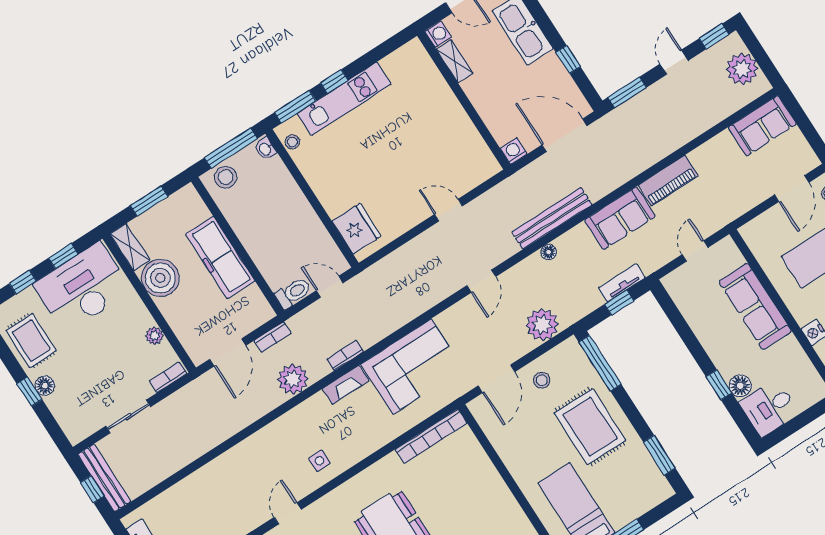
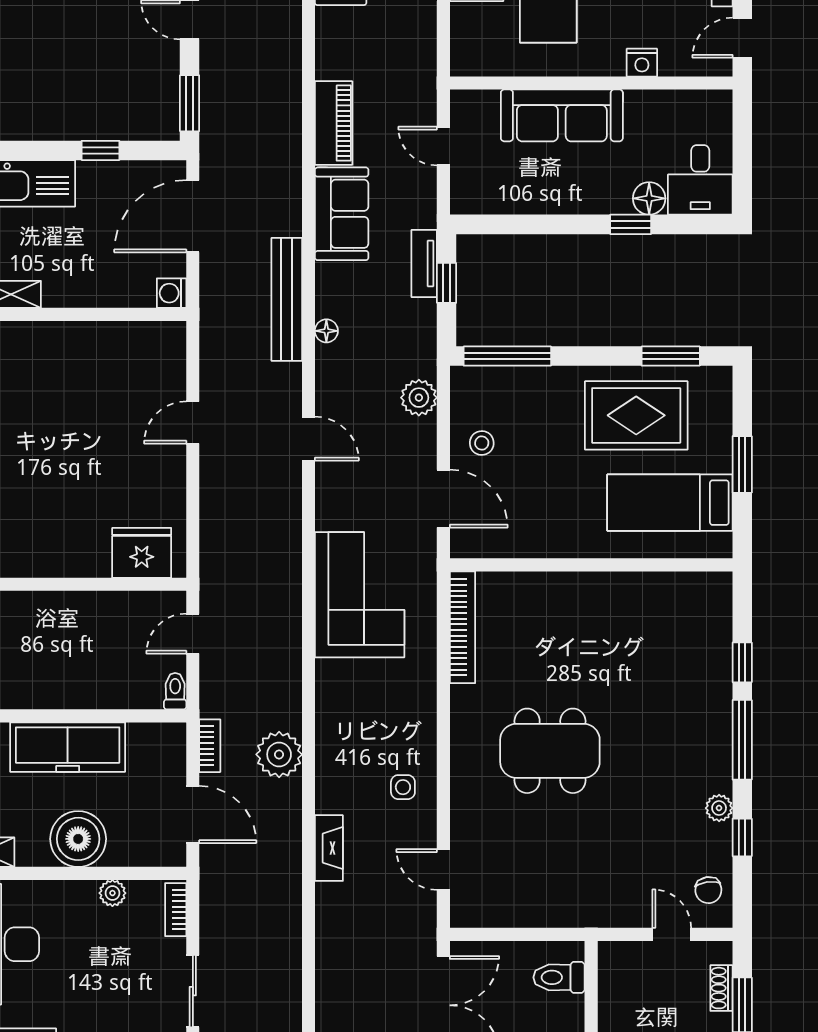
boiler: (160, 278) -> (78, 839), moved
toilet: (293, 293) -> (175, 691), width x0.73, depth x0.72
plant: (542, 325) -> (419, 398), width x0.73, depth x0.73
bookcase: (345, 355) -> (292, 670), removed
fireplace: (346, 385) -> (329, 848), moved
rug: (590, 427) -> (636, 415), moved

